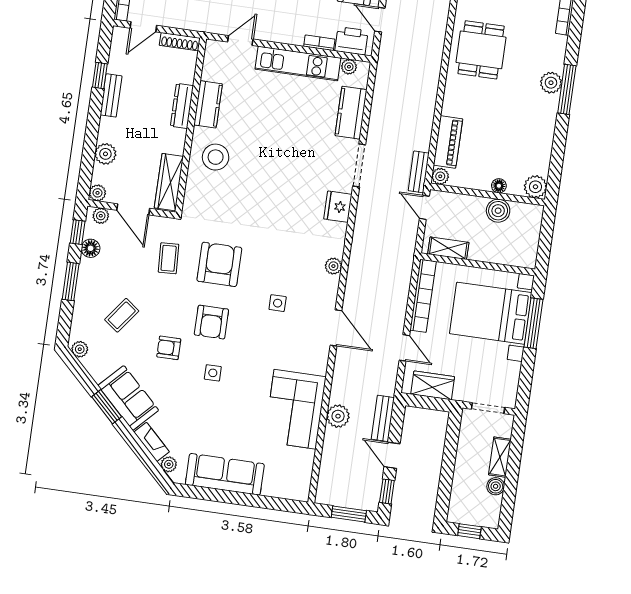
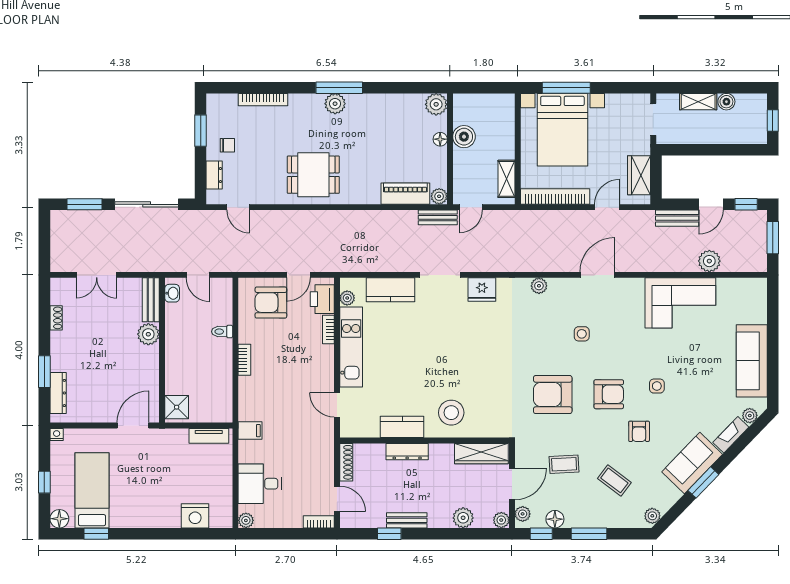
coffee table: (169, 258) -> (564, 464), moved
plant: (338, 416) -> (709, 261), moved

